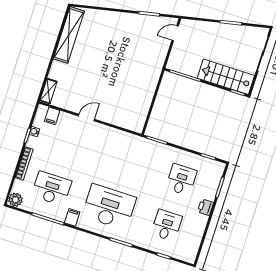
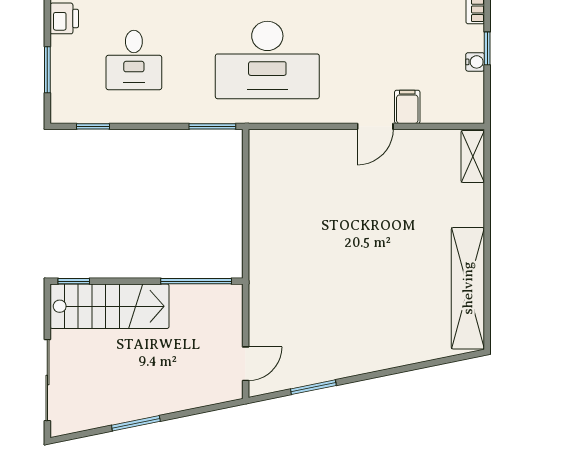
filing cabinet: (52, 116) -> (407, 107), moved
desk: (124, 161) -> (267, 60), added

